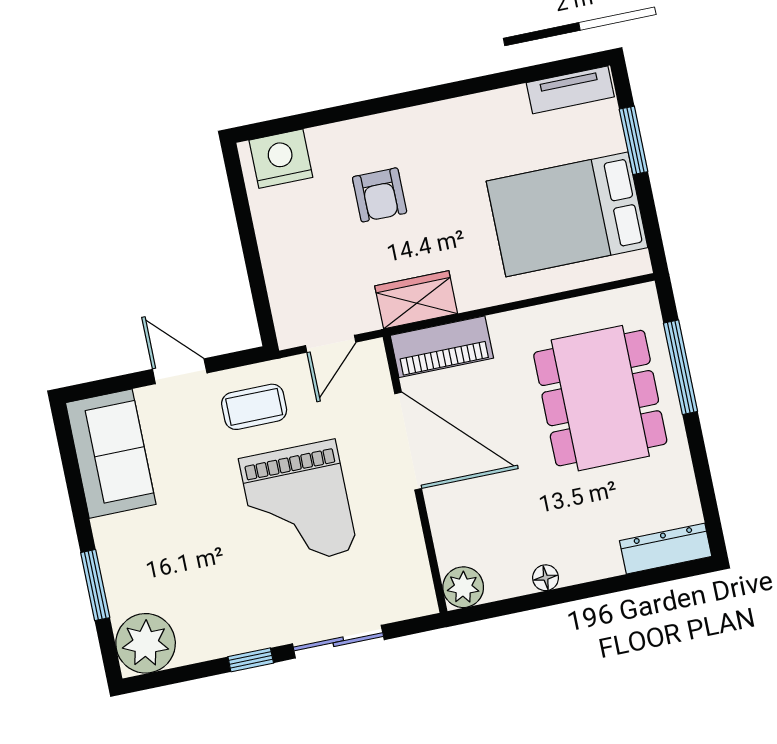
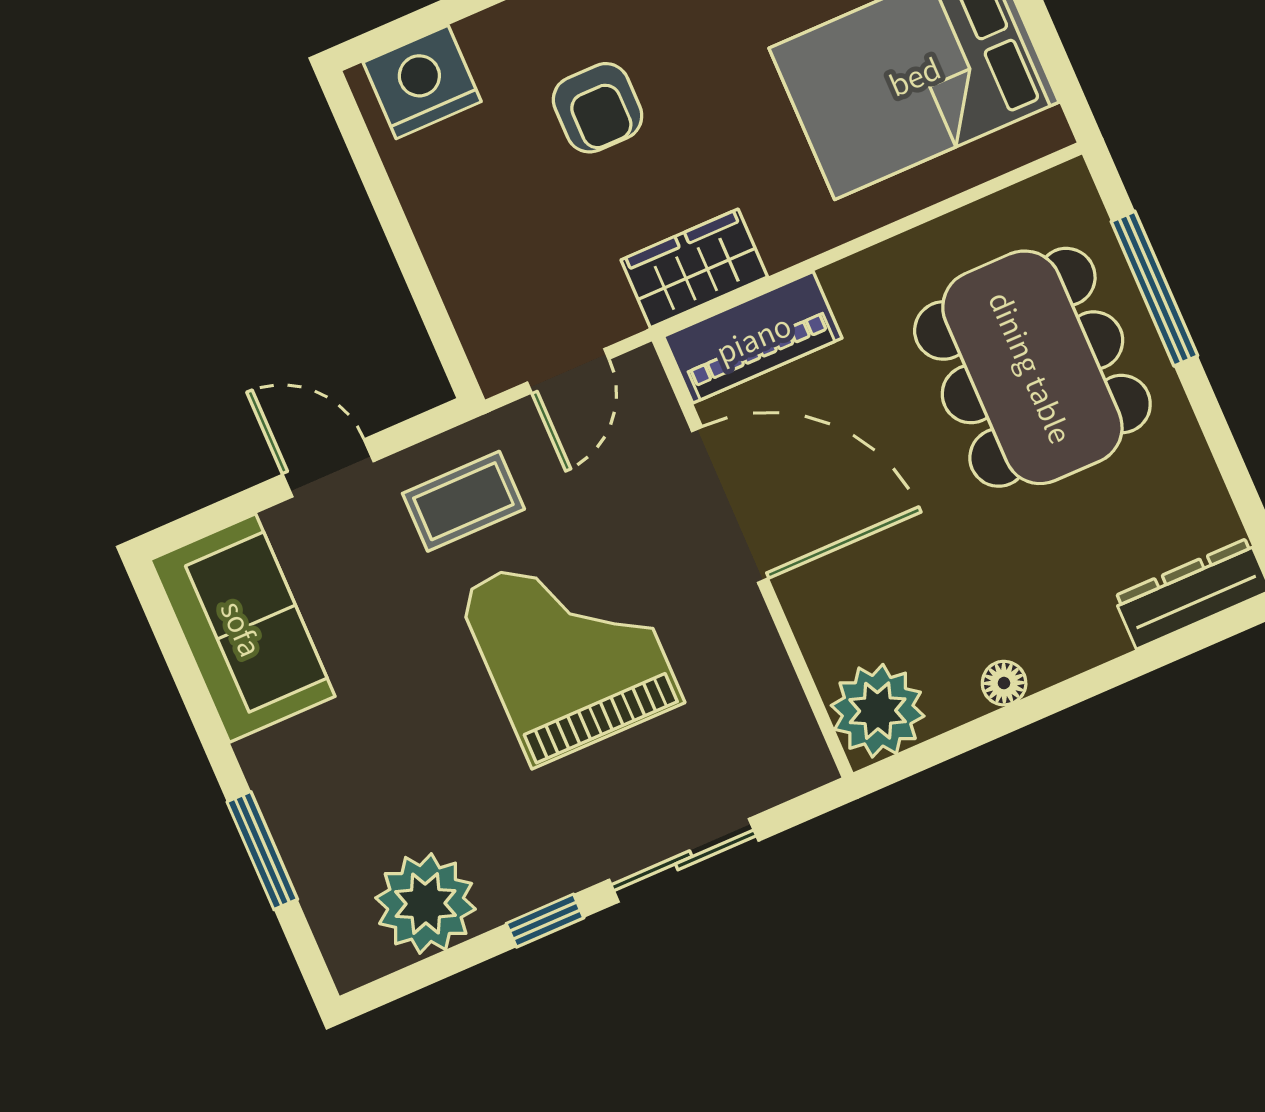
grand piano: (298, 505) -> (570, 647), turned 180
plant: (463, 587) -> (878, 711), width x1.36, depth x1.36
plant: (146, 643) -> (426, 903), moved

